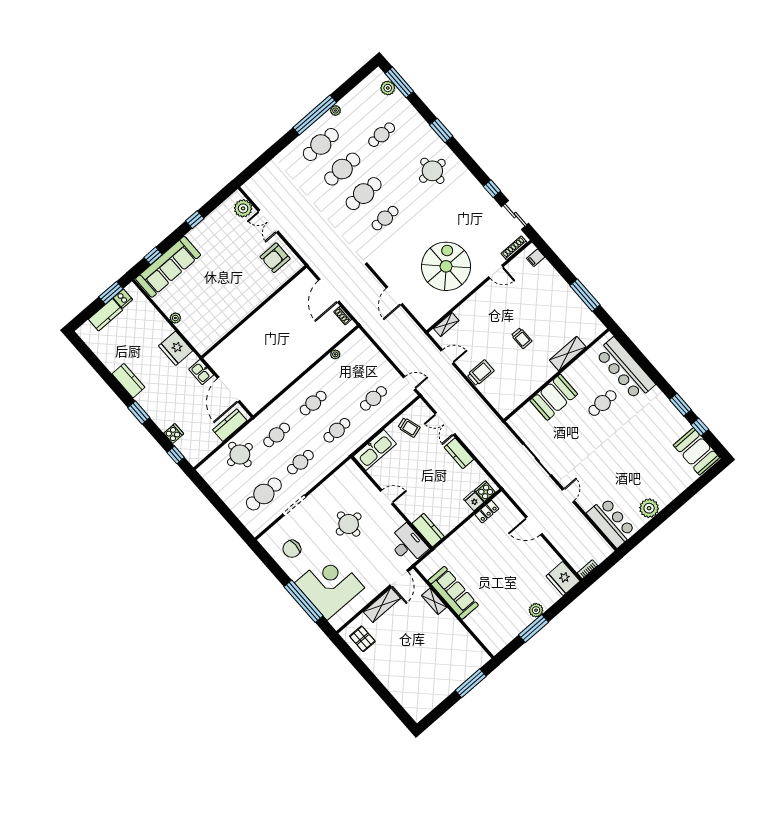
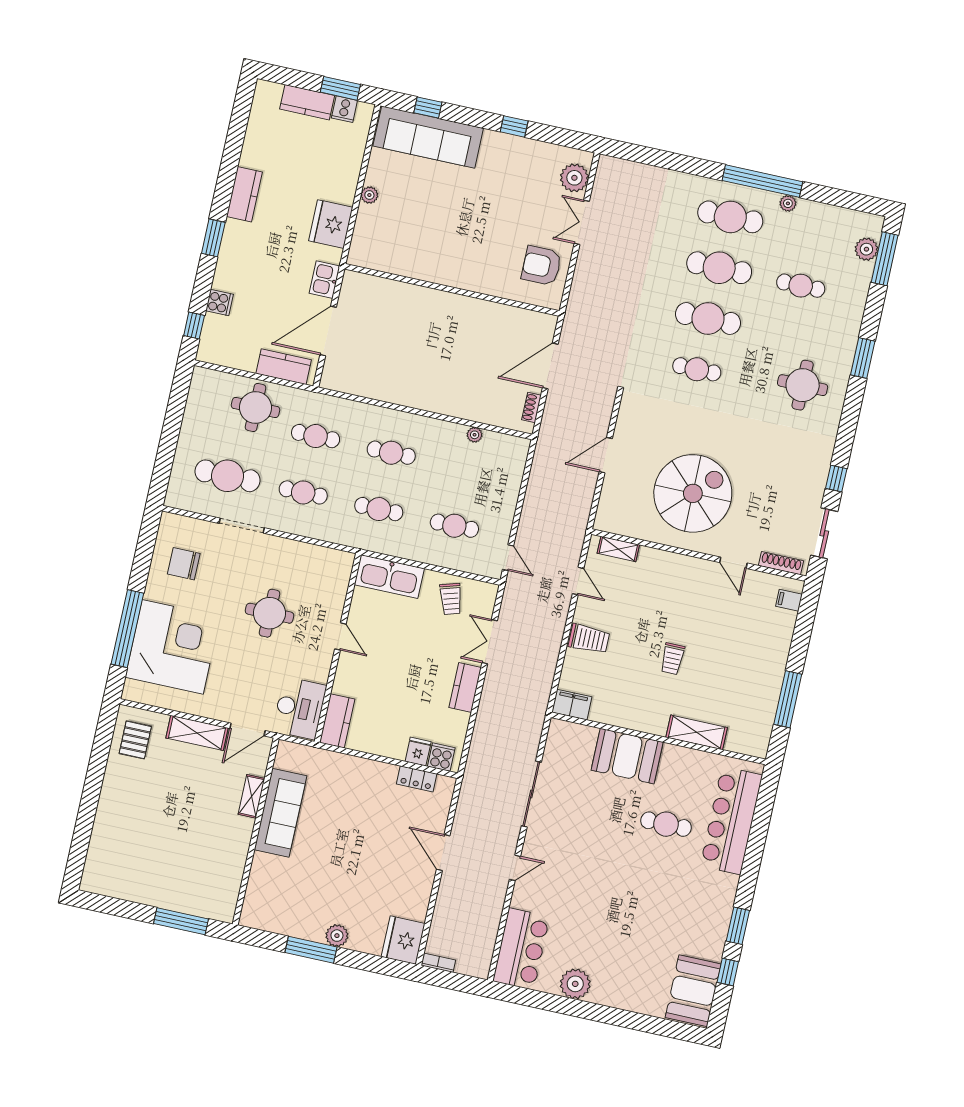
filing cabinet: (507, 406) -> (572, 705), added

